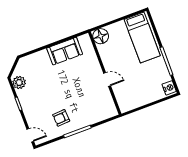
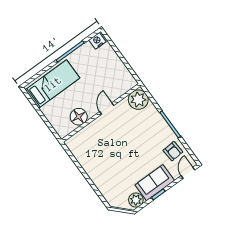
floor lamp: (101, 36) -> (79, 117), moved
sofa: (65, 51) -> (155, 183), moved, turned -90
plant: (107, 109) -> (138, 100), added
armchair: (61, 118) -> (173, 151), moved

